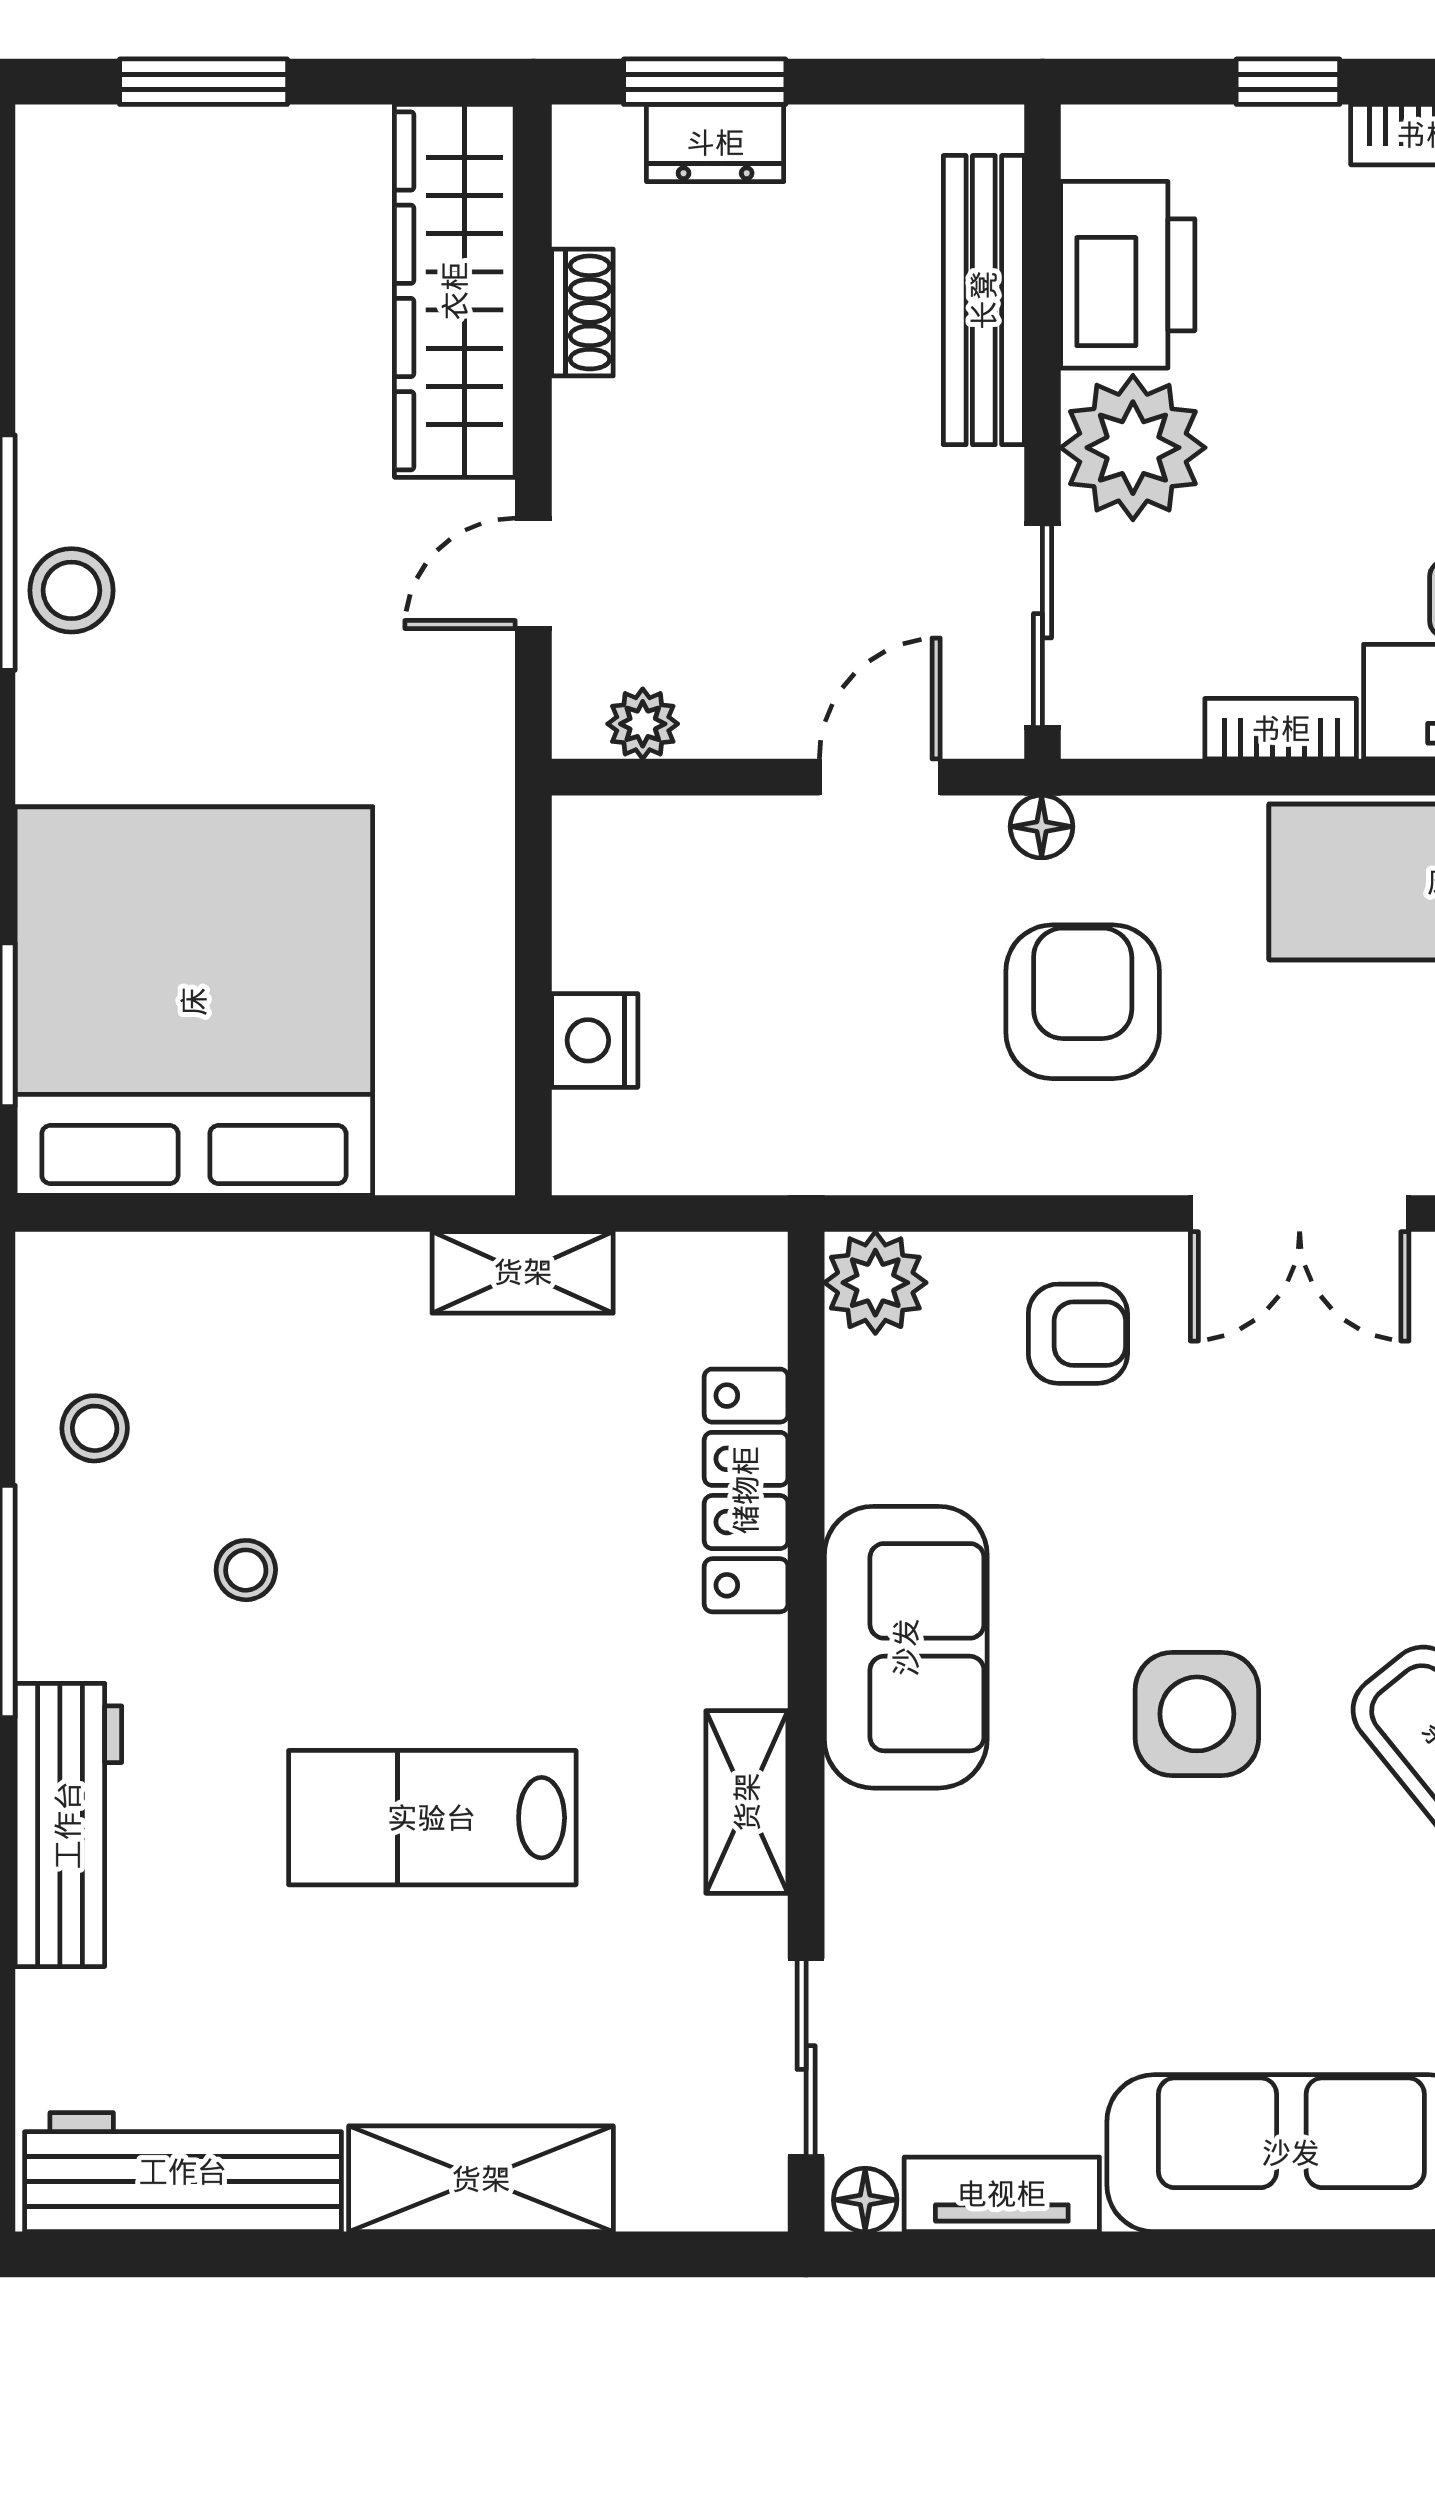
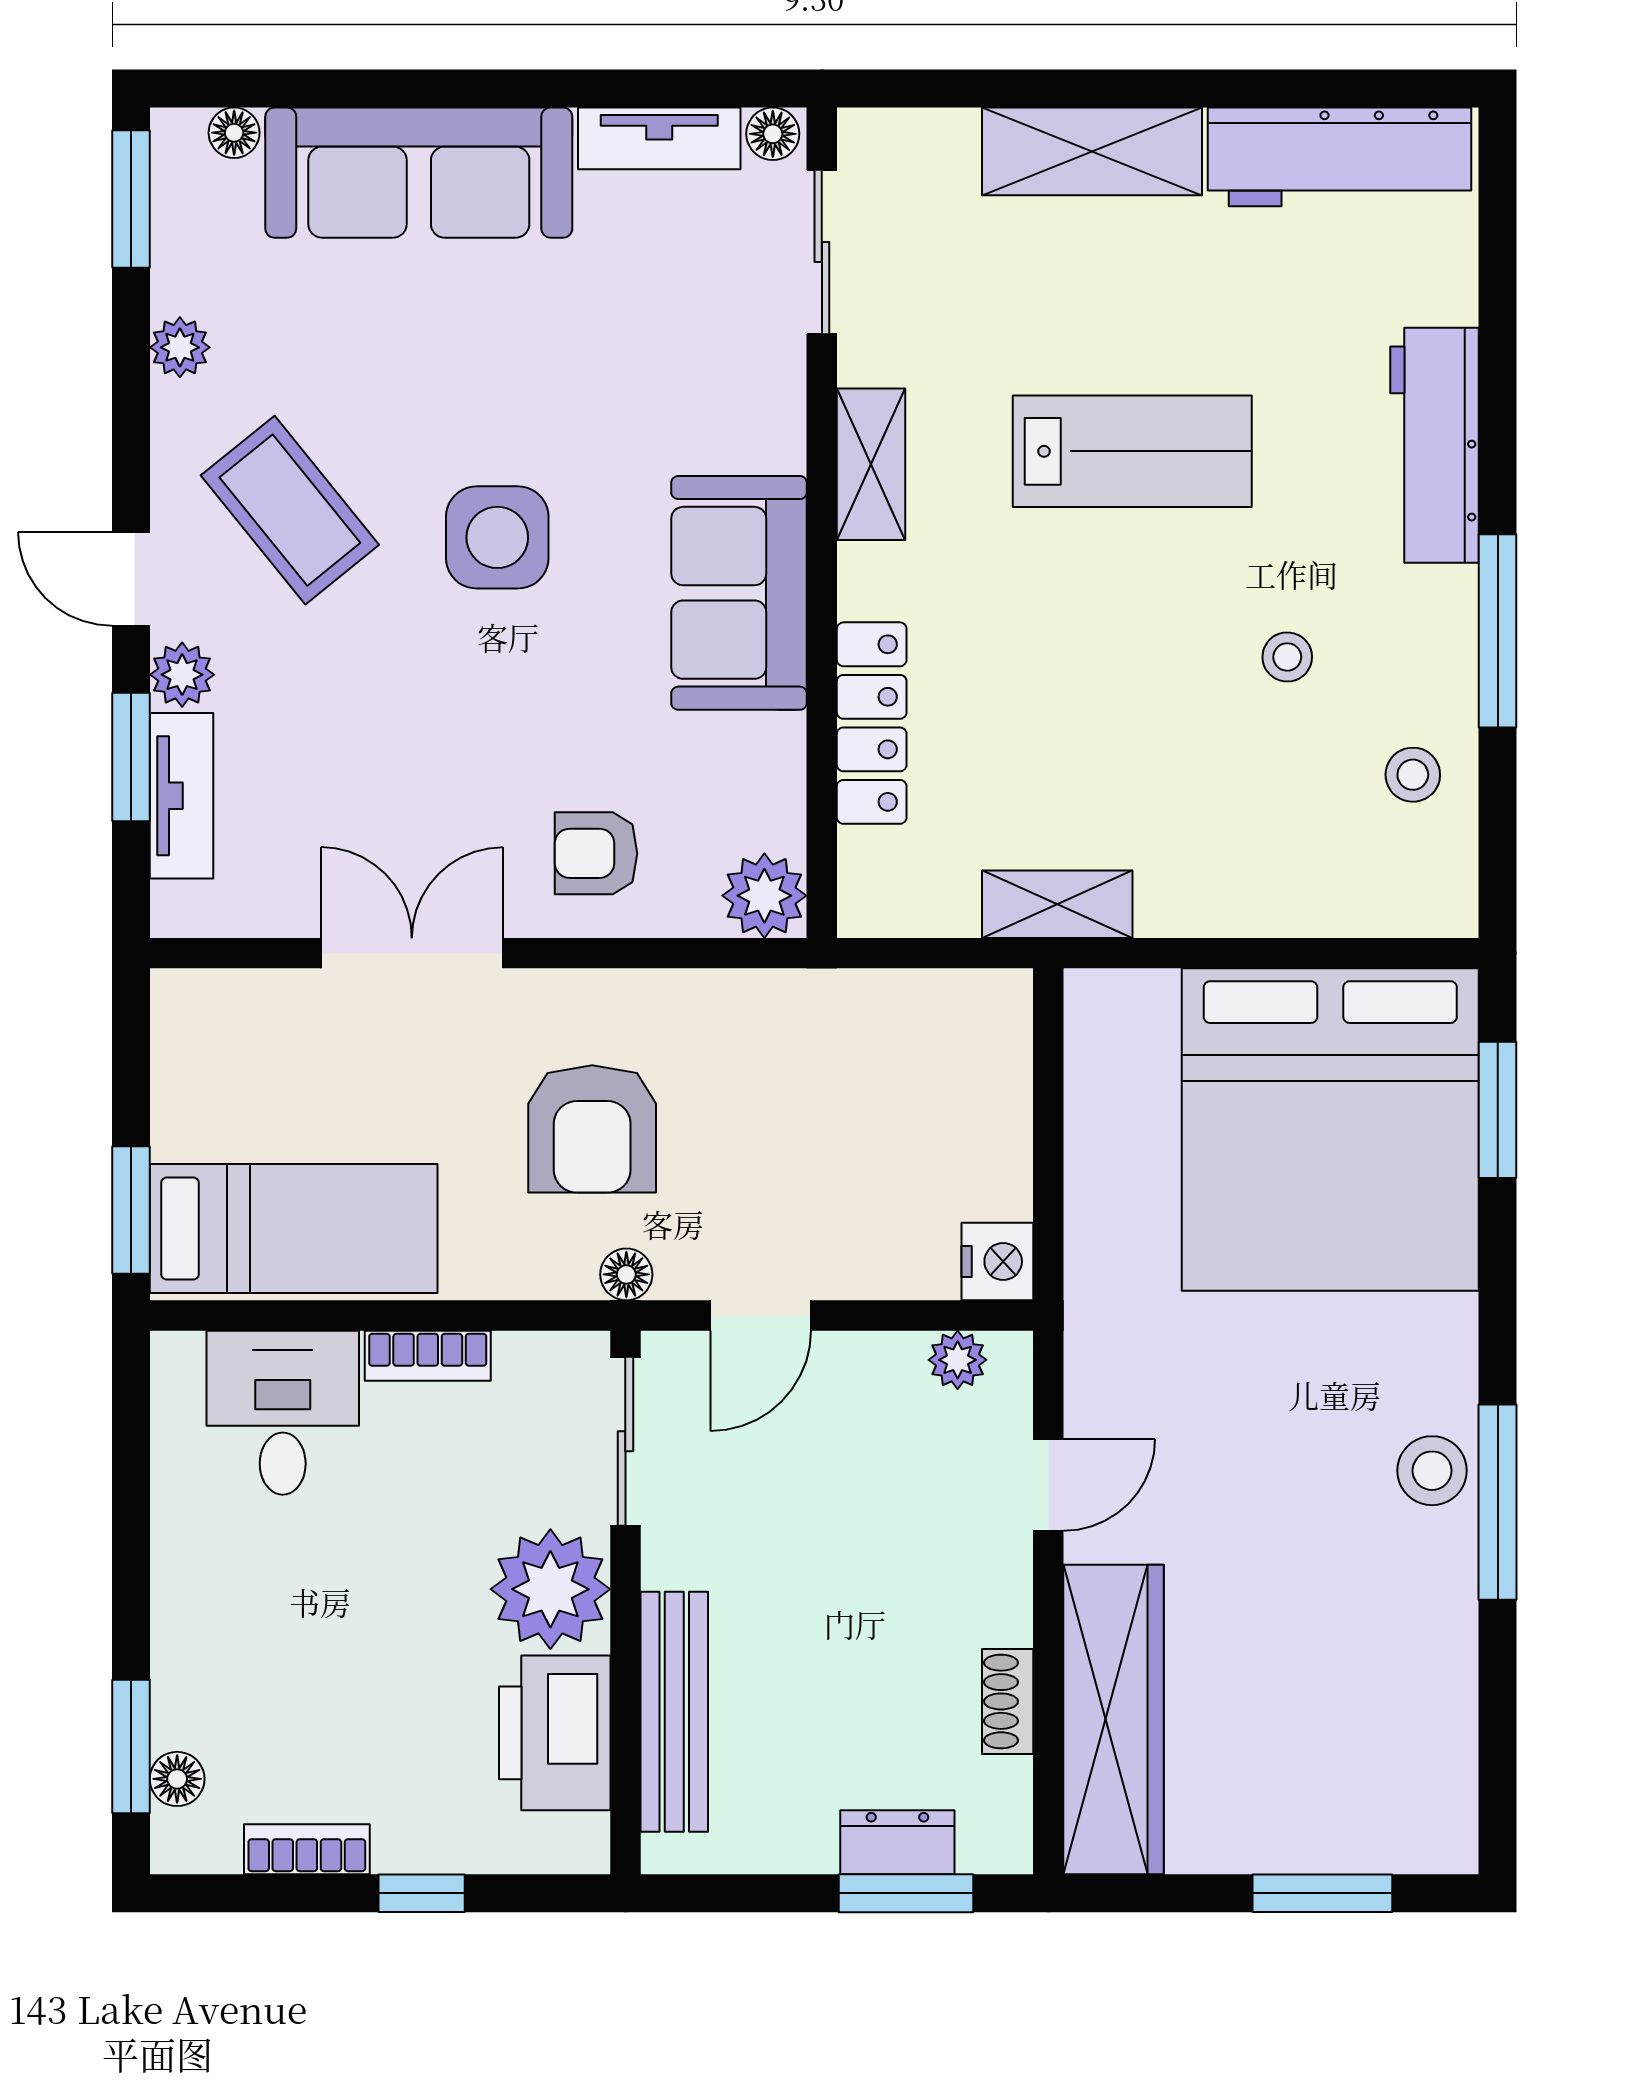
nightstand: (595, 1040) -> (997, 1261), moved

